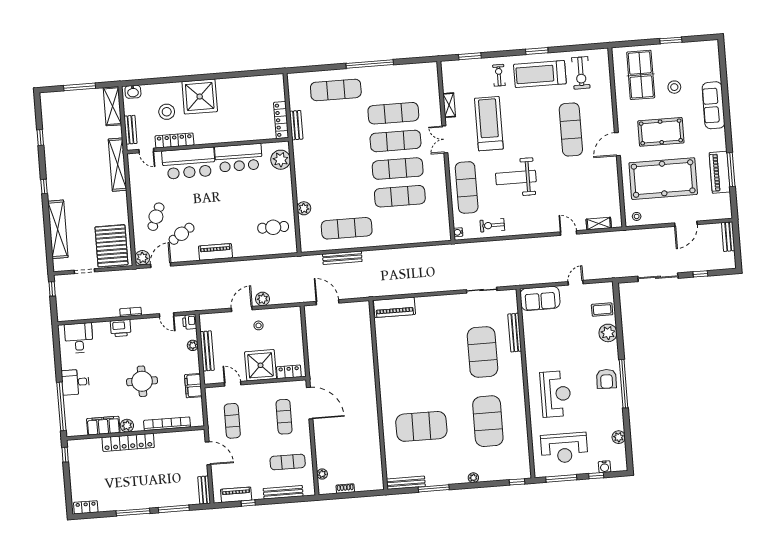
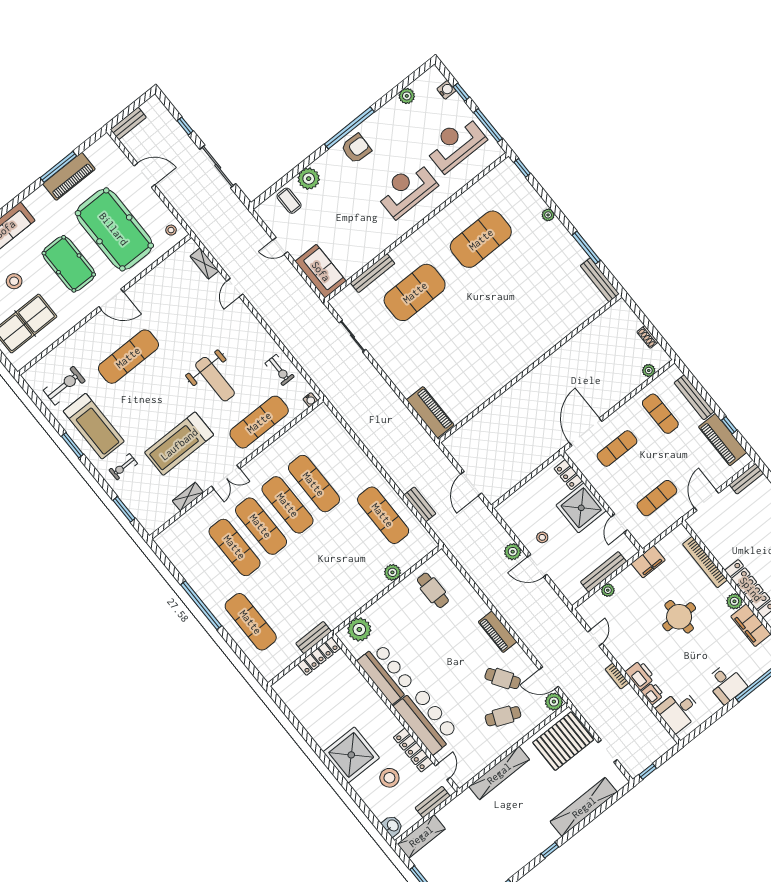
shelving: (118, 165) -> (499, 773), moved
bench: (342, 258) -> (420, 504), width x0.73
printer: (190, 322) -> (653, 693), moved, turned -90
exercise mat: (421, 426) -> (532, 303), removed
reception desk: (564, 448) -> (455, 144), turned -90
piano: (236, 495) -> (723, 440), width x1.37, depth x1.33

